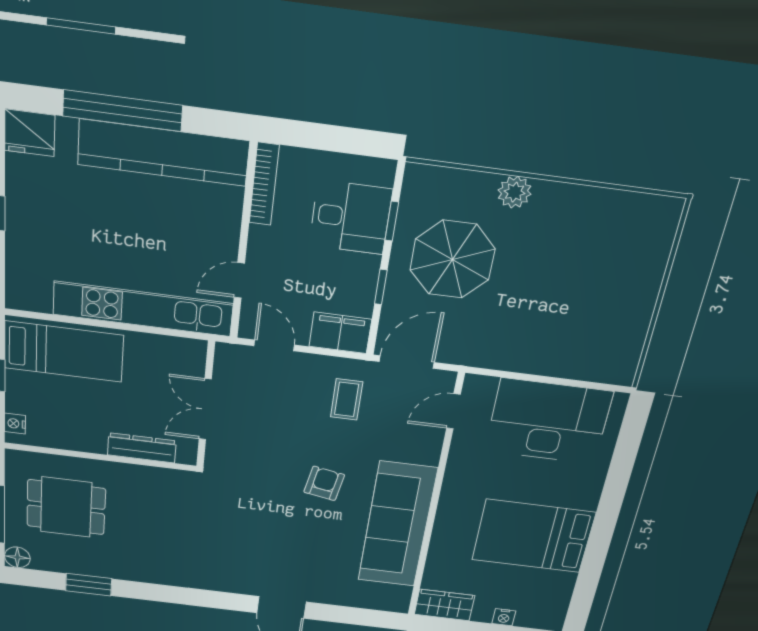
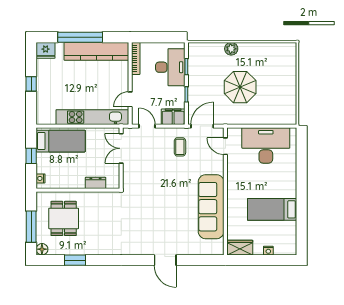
desk: (350, 217) -> (170, 67), width x1.37
parasol: (452, 259) -> (240, 87), moved
double door: (205, 409) -> (121, 148), moved
door: (453, 411) -> (225, 146), hinge flipped
dresser: (142, 448) -> (96, 183), width x0.70
armchair: (324, 483) -> (176, 190), removed
dining table: (66, 507) -> (64, 218), turned 90
bed: (533, 536) -> (272, 209), width x0.67

